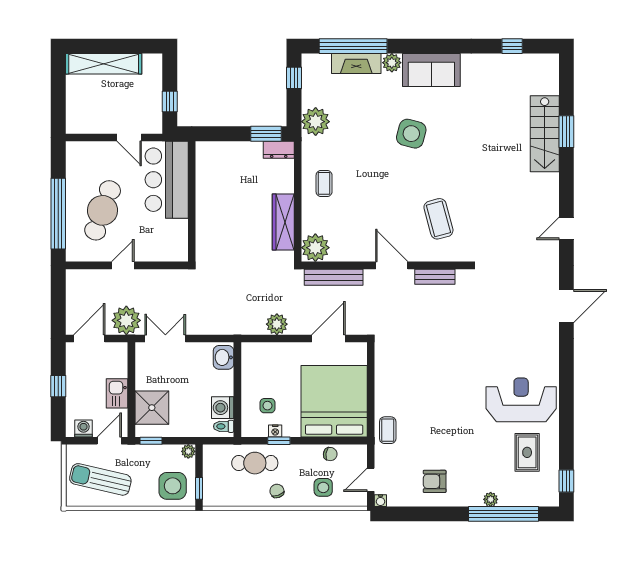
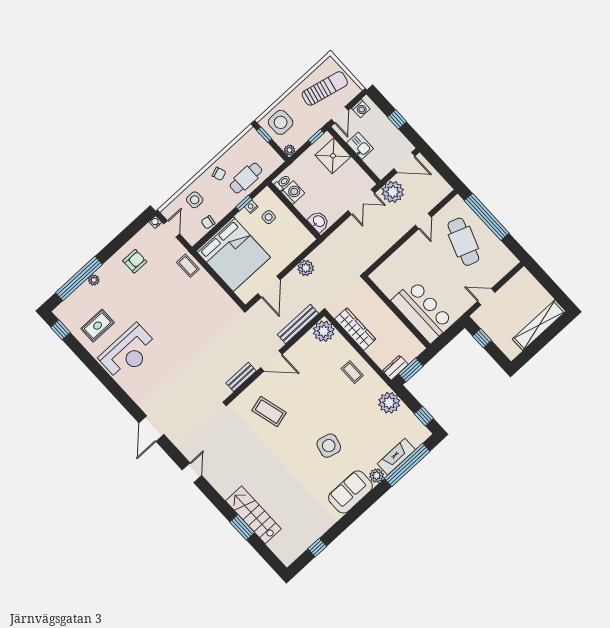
bar counter: (167, 180) -> (422, 311), moved
wall: (192, 201) -> (397, 312), moved
door: (89, 338) -> (404, 162), hinge flipped
rug: (527, 452) -> (98, 326), turned 90

